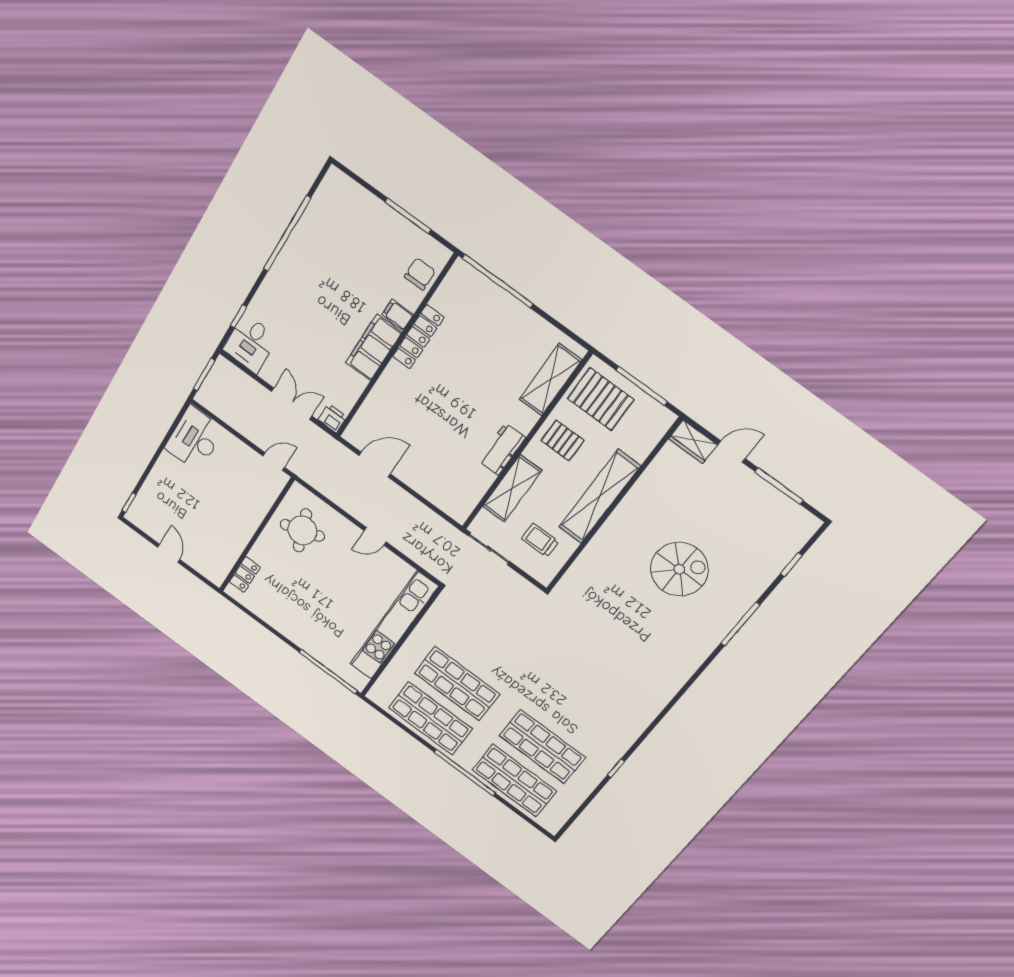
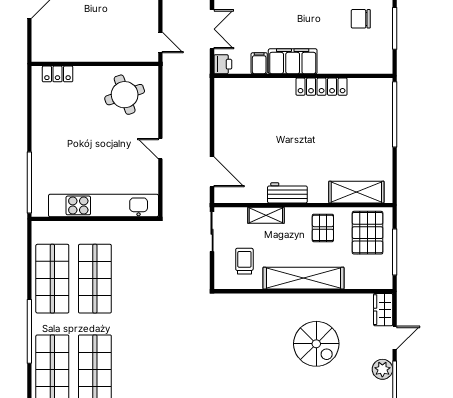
chair: (420, 274) -> (361, 19), moved, turned 180
filing cabinet: (398, 315) -> (259, 63), moved
door: (732, 452) -> (395, 338), hinge flipped
door: (375, 465) -> (212, 172), moved
shelving: (512, 488) -> (266, 215), width x0.67, depth x0.75
plant: (755, 488) -> (382, 369), added
spiral stairs: (679, 569) -> (316, 344), moved

